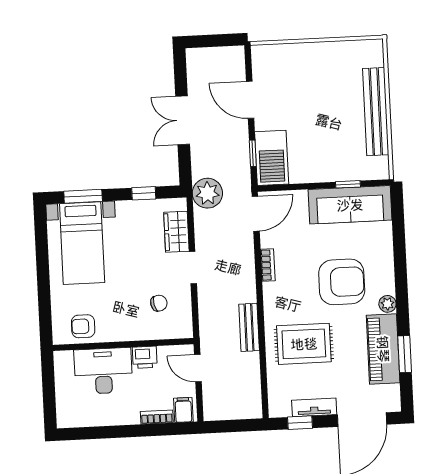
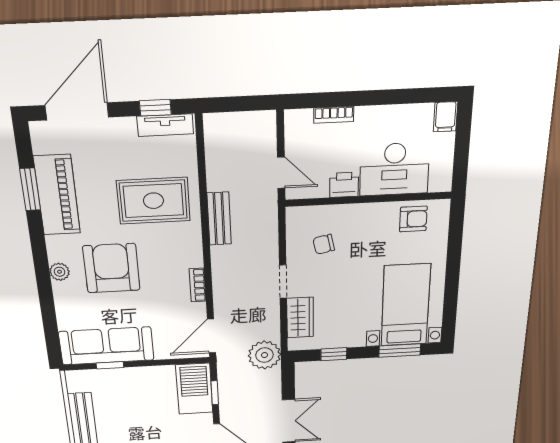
armchair: (342, 282) -> (111, 268), turned 90
plant: (387, 304) -> (59, 272), moved
tv unit: (314, 407) -> (165, 125), moved
filing cabinet: (183, 410) -> (446, 117), moved

